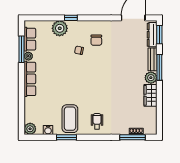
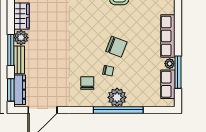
window: (71, 18) -> (118, 110), width x3.17
plant: (60, 28) -> (117, 97), moved
chair: (72, 70) -> (116, 47), added

